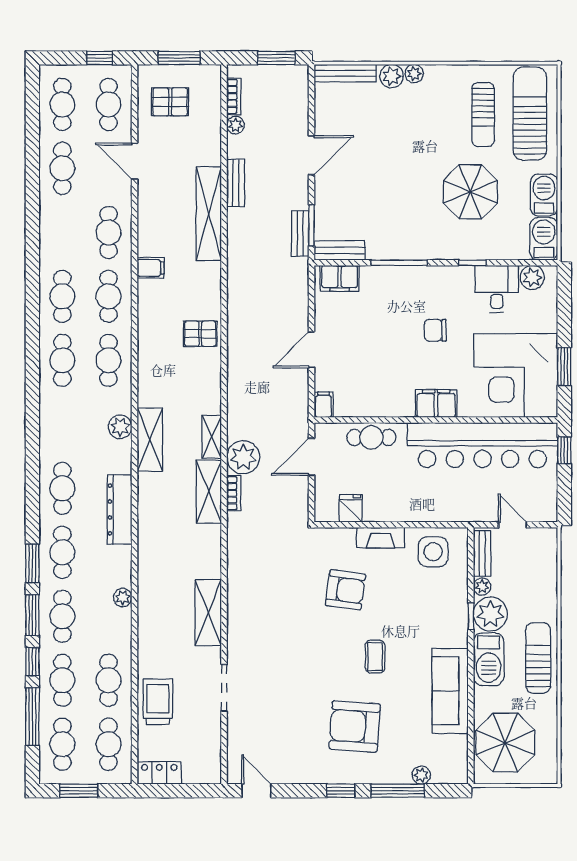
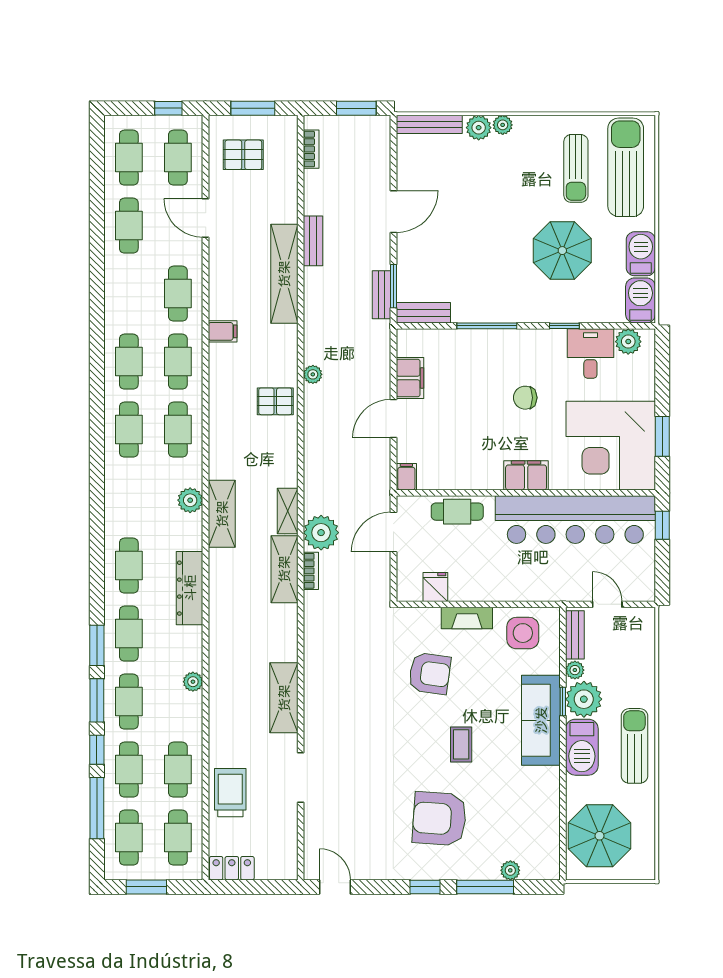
plant: (235, 125) -> (313, 374), moved
filing cabinet: (340, 278) -> (410, 378), moved, turned -90
sofa: (450, 691) -> (541, 720), moved

